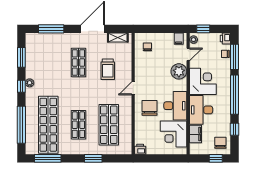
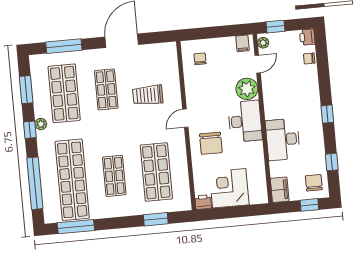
shelving: (118, 38) -> (158, 50), removed
window: (235, 57) -> (322, 61), removed
shop shelf: (48, 63) -> (64, 93), added
trolley: (108, 69) -> (148, 95), turned 90
corner desk: (203, 81) -> (282, 99), removed
window: (235, 95) -> (327, 114), width x0.32
desk: (175, 106) -> (245, 121), moved
chair: (150, 108) -> (211, 143), turned 180
corner desk: (173, 134) -> (229, 188), moved, turned 90
filing cabinet: (196, 134) -> (280, 190), moved
window: (93, 158) -> (156, 219), moved

